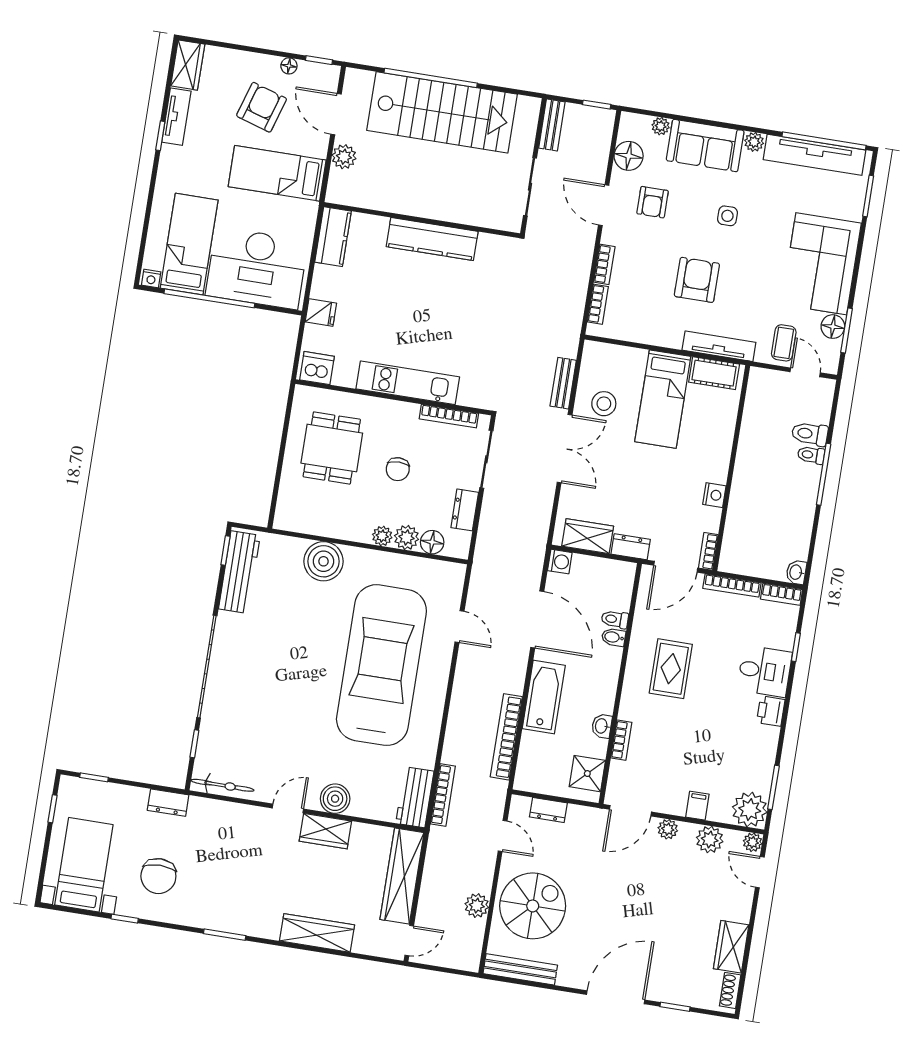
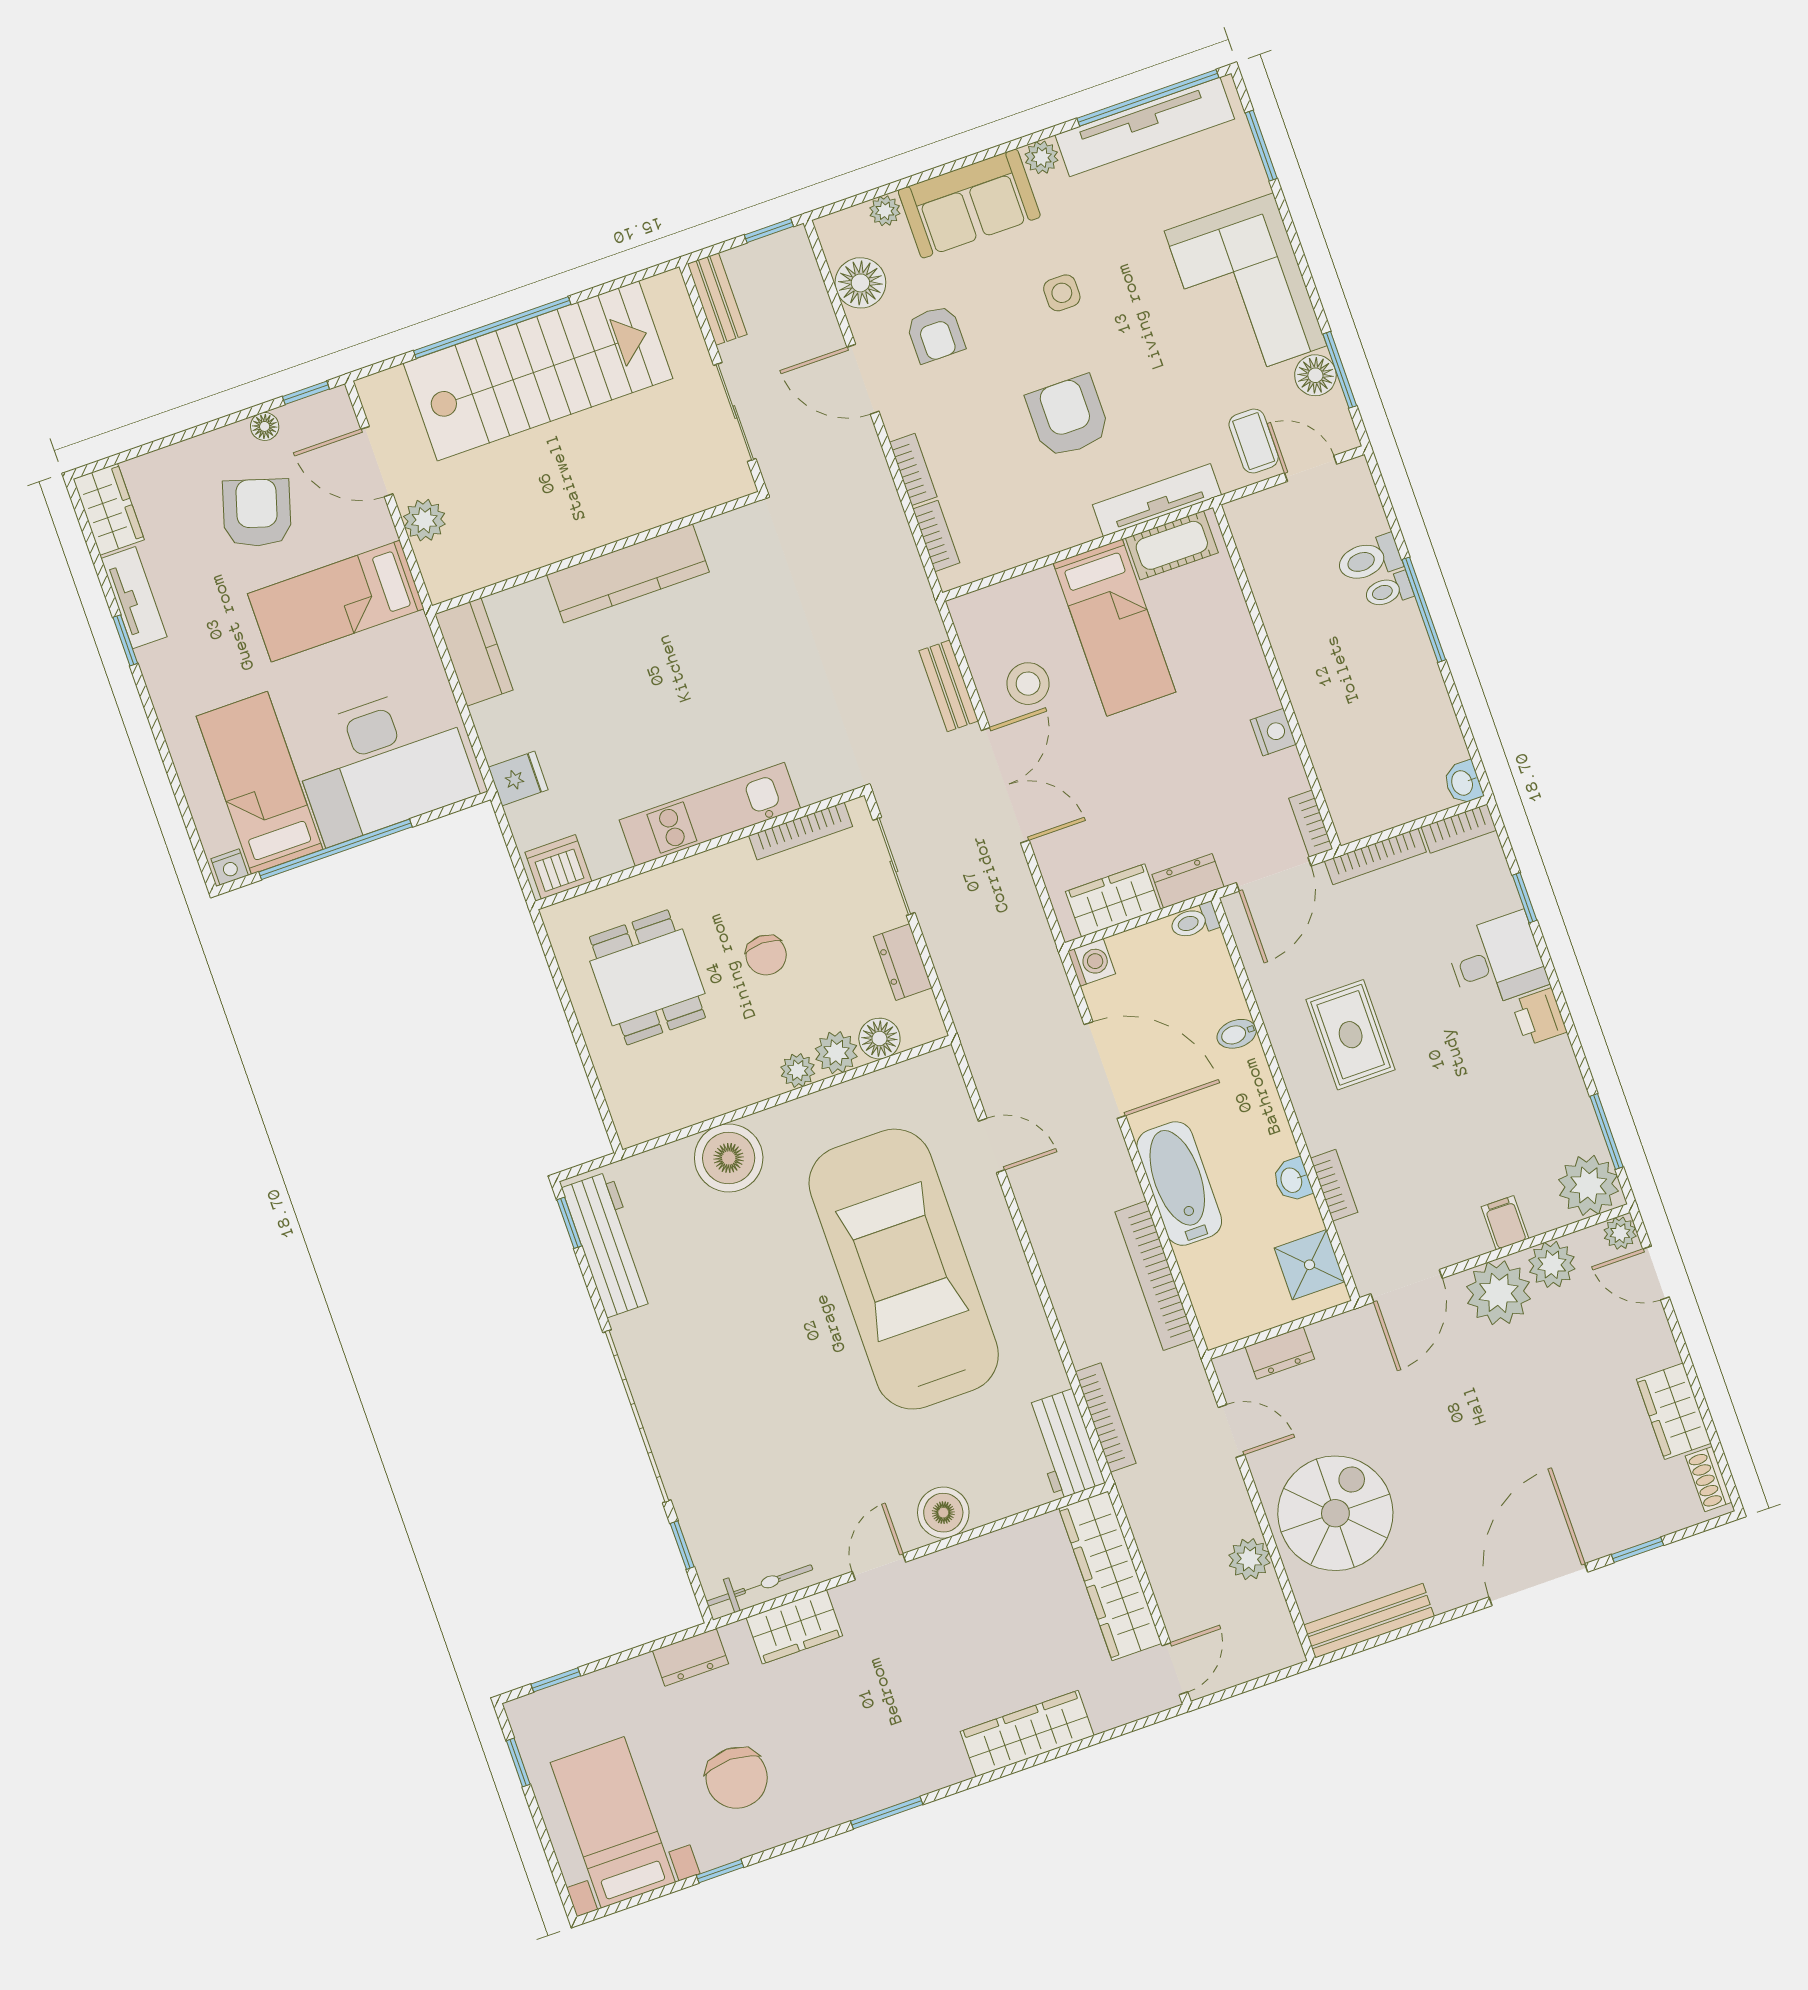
toilet: (615, 619) -> (1194, 921), moved
plant: (668, 829) -> (1499, 1293), width x1.88, depth x1.88
wardrobe: (325, 831) -> (794, 1627), moved

